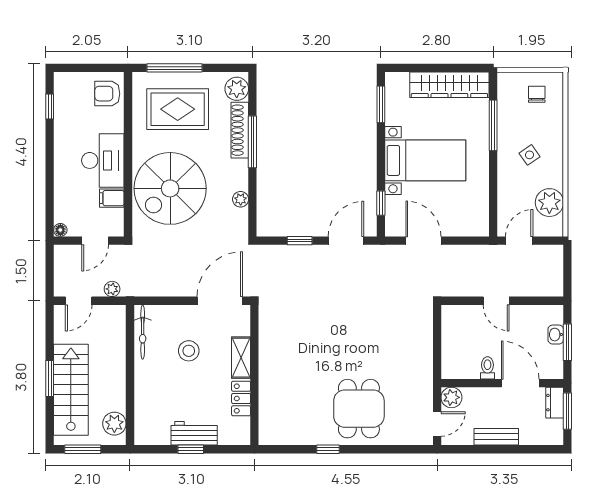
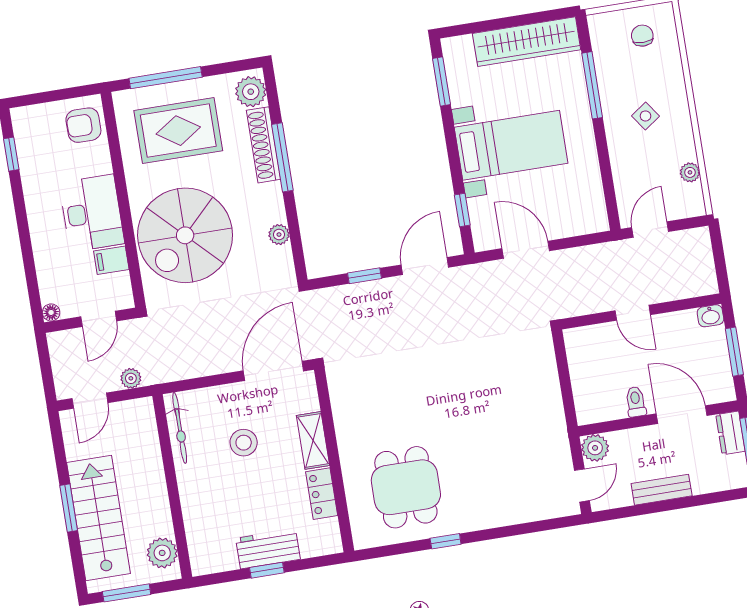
plant: (549, 203) -> (690, 172), width x0.53, depth x0.53
washbasin: (556, 335) -> (710, 316), moved, turned -90
dining table: (359, 409) -> (406, 487), moved

